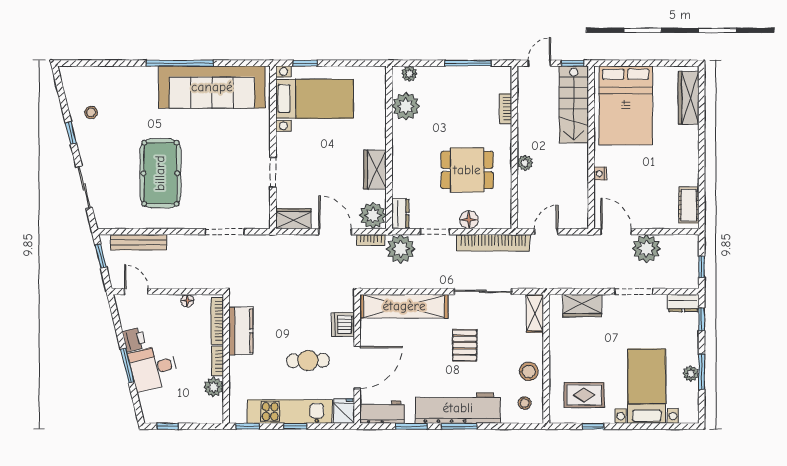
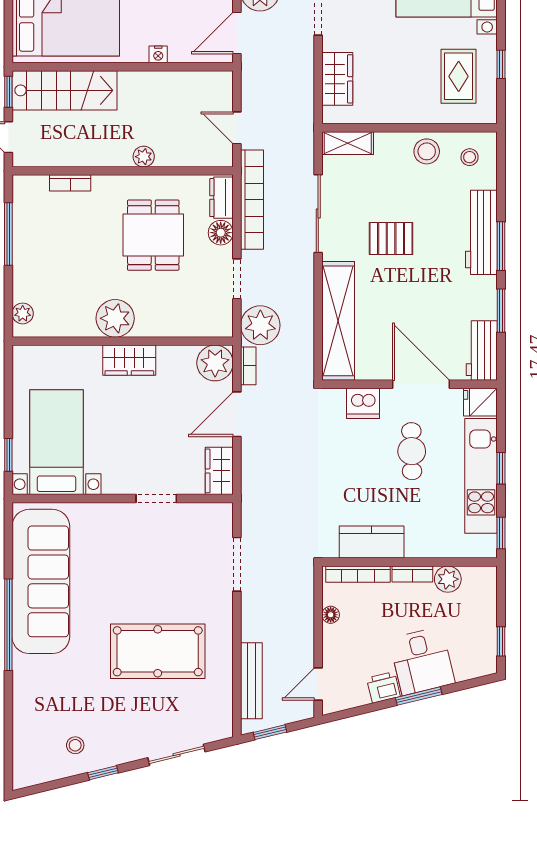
plant: (406, 106) -> (115, 318), moved
wardrobe: (375, 170) -> (129, 360), moved
dresser: (400, 214) -> (221, 198), moved, turned -90
workbench: (458, 408) -> (481, 232), width x0.73, depth x0.76

